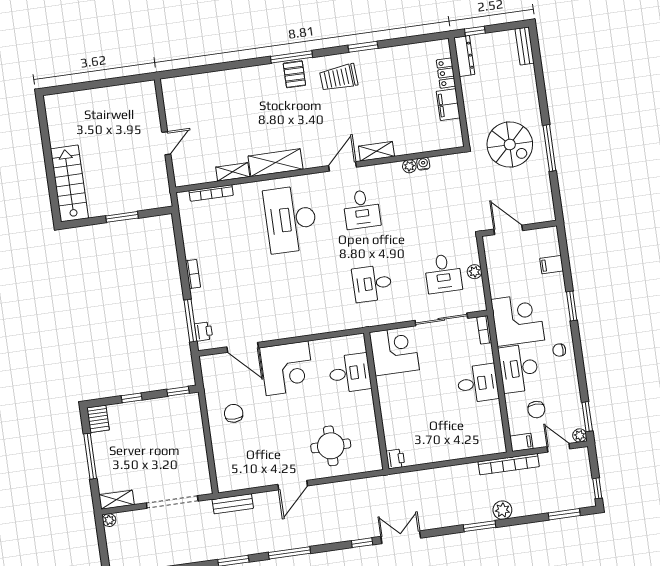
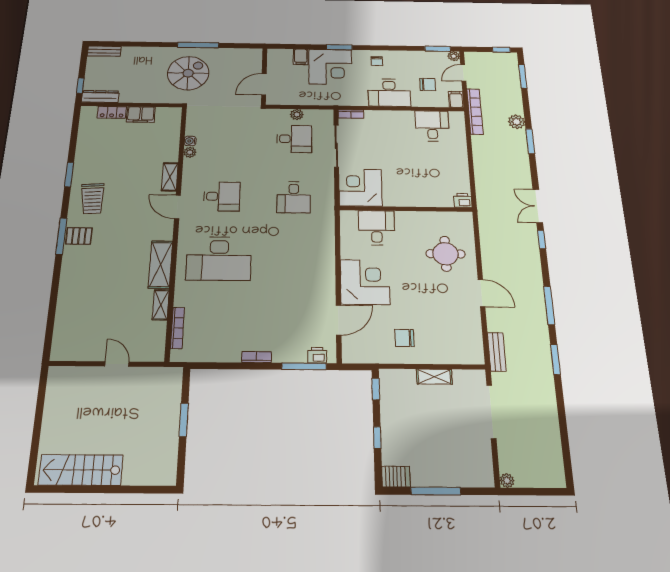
stairs: (69, 183) -> (81, 470), moved
corner desk: (518, 320) -> (330, 67), moved, turned 180
desk: (478, 383) -> (432, 126), moved
shelving: (117, 500) -> (434, 377), moved, turned 90

